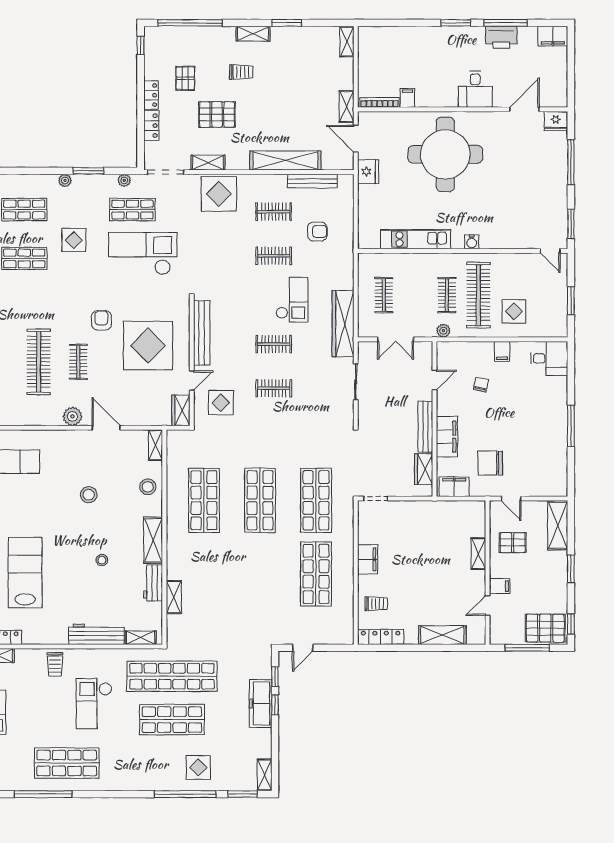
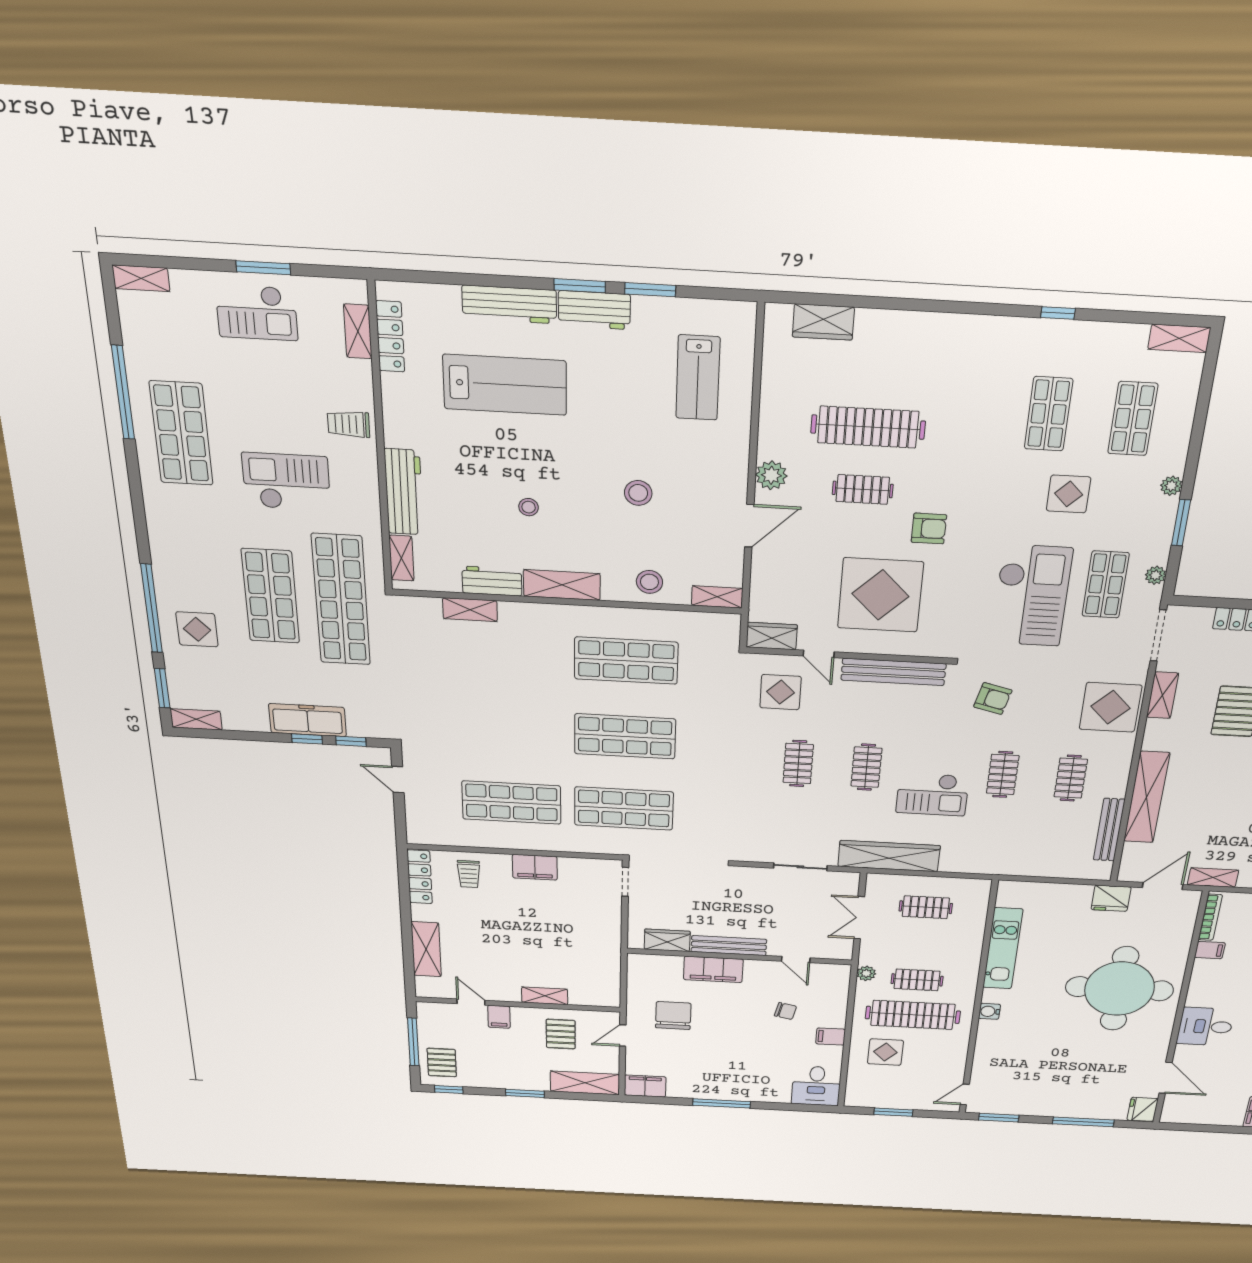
armchair: (317, 232) -> (993, 698), moved, turned -76
filing cabinet: (454, 487) -> (645, 1086), moved, turned -90
pallet: (545, 628) -> (442, 1063), width x0.67, depth x0.71

